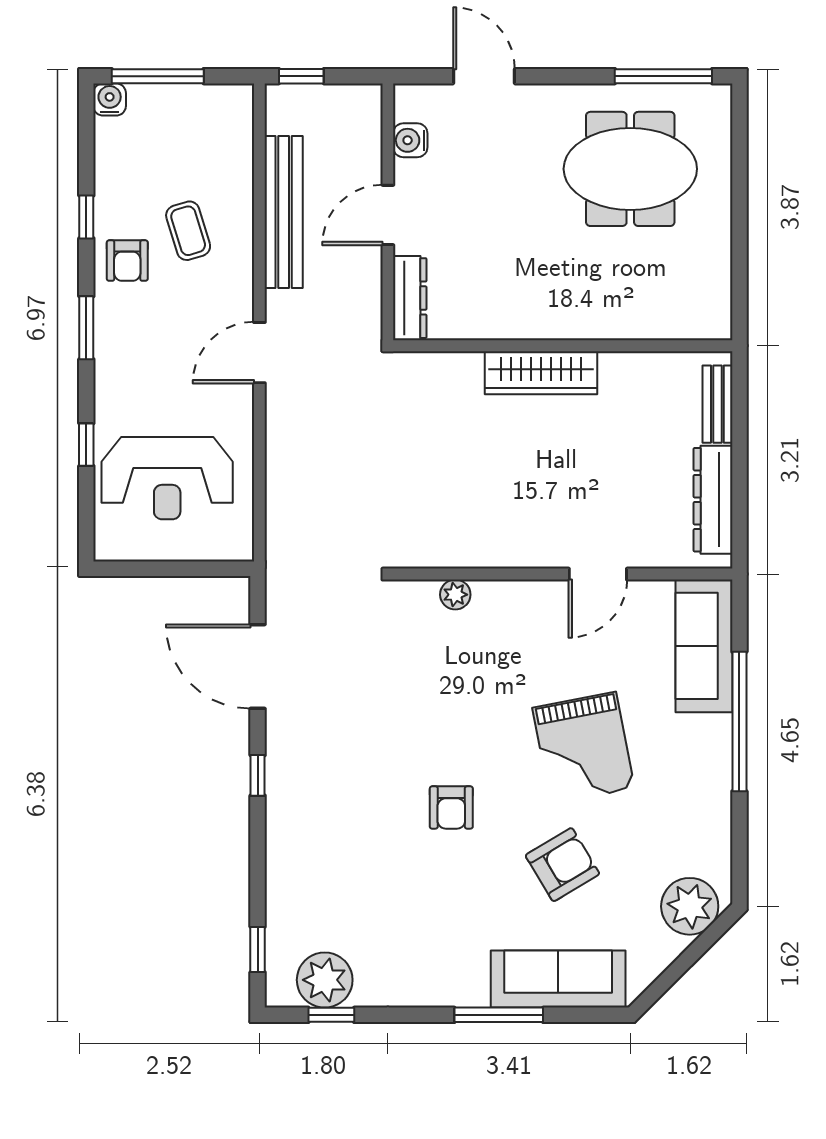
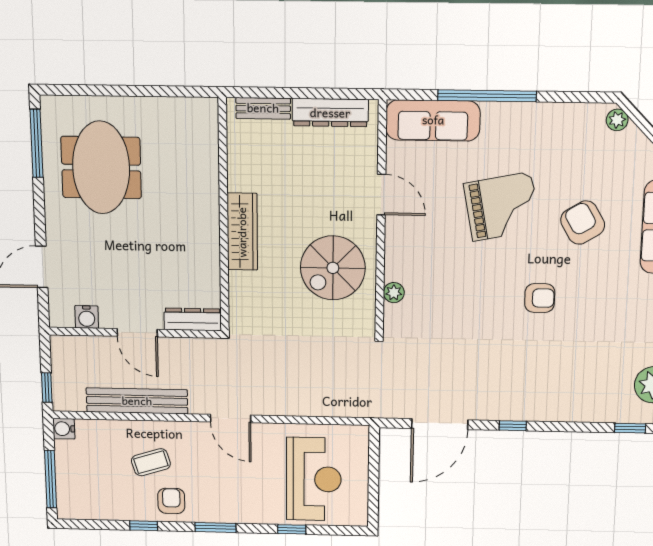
water cooler: (110, 100) -> (64, 429), moved
armchair: (127, 261) -> (171, 501), turned -90
spiral stairs: (490, 505) -> (333, 268), added
plant: (690, 906) -> (617, 120), width x0.53, depth x0.53

